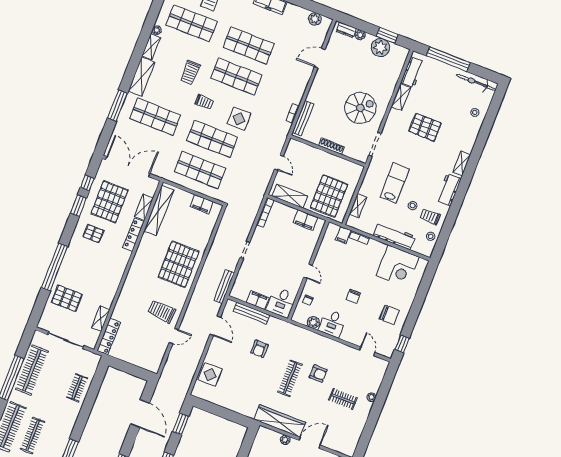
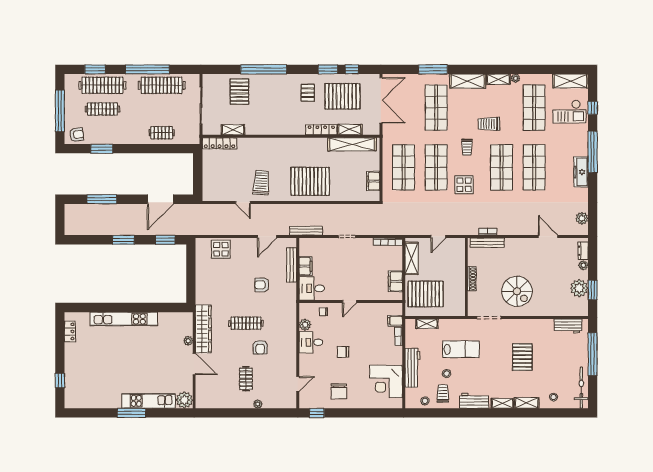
shelving: (401, 97) -> (527, 403), moved

